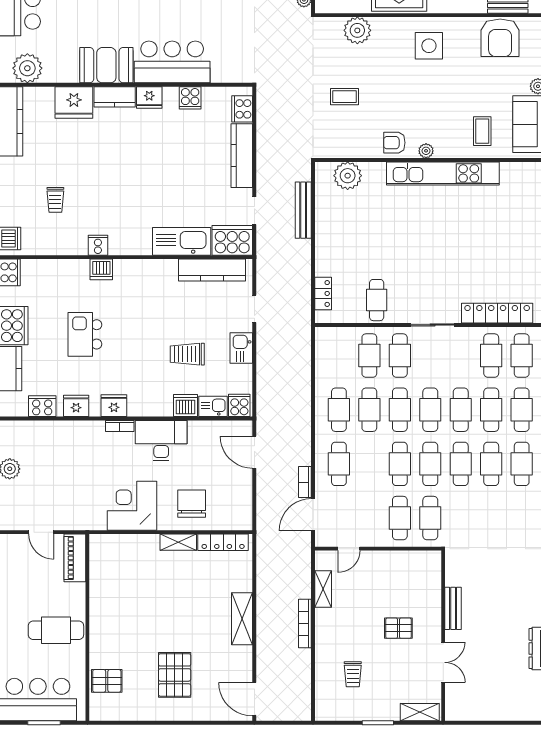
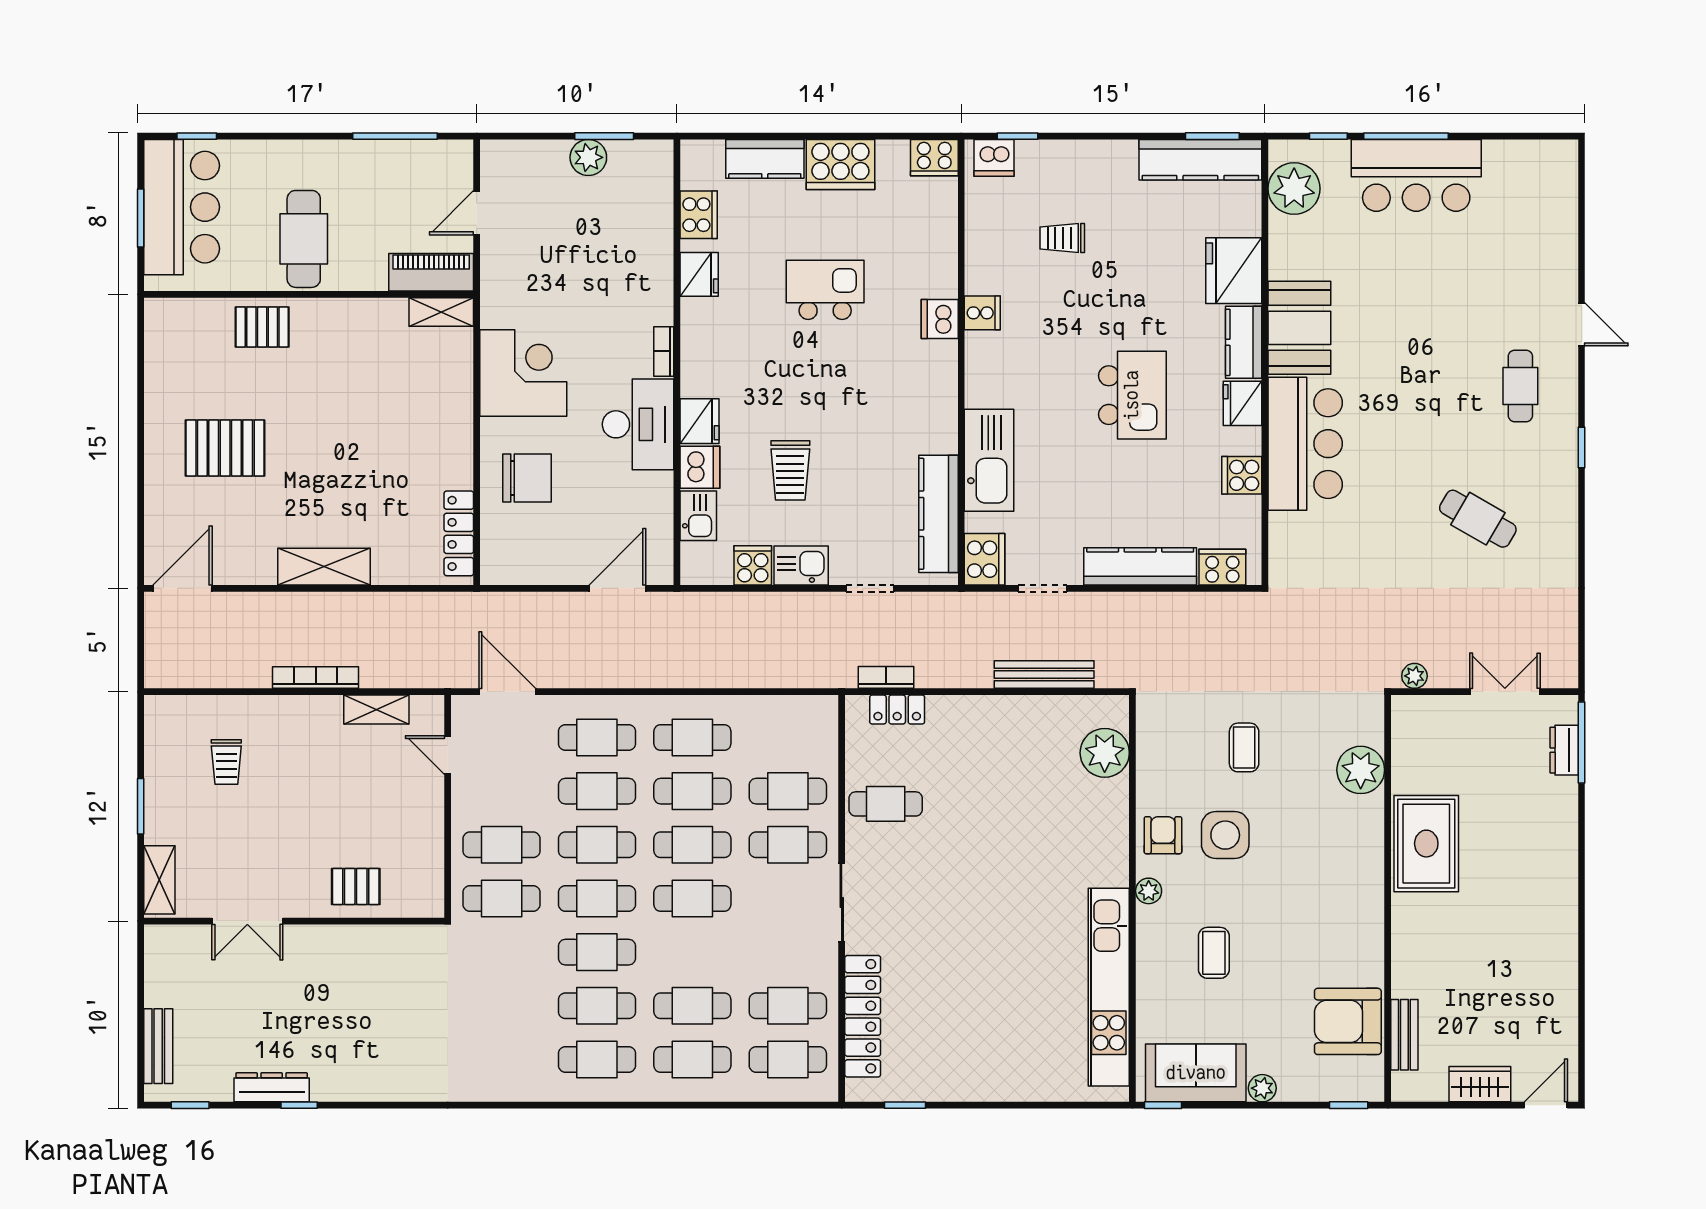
side table: (429, 46) -> (1225, 835), moved
coffee table: (482, 131) -> (1214, 953), moved, turned 90
kitchen island: (145, 160) -> (1132, 395), added
kitchen unit: (443, 173) -> (1109, 987), moved
cooker: (232, 240) -> (985, 559), width x0.73, depth x0.76
trolley: (187, 354) -> (790, 470), turned 180
cooker: (239, 405) -> (753, 565), moved, turned -90
fridge: (114, 406) -> (700, 421), moved
cafe table: (461, 410) -> (597, 791), moved
bookcase: (305, 482) -> (886, 677), moved
shelving: (178, 542) -> (441, 312), moved, turned 90
bench: (453, 608) -> (158, 1046), moved, turned 90
pallet: (398, 628) -> (356, 886), moved, turned 90
trolley: (353, 674) -> (226, 762), turned -90
pallet: (107, 681) -> (262, 327), moved, turned 90

